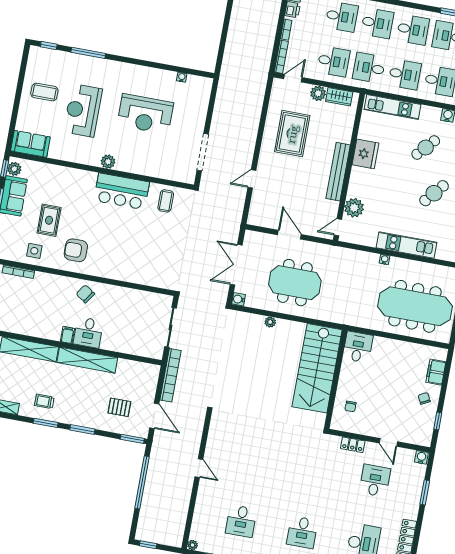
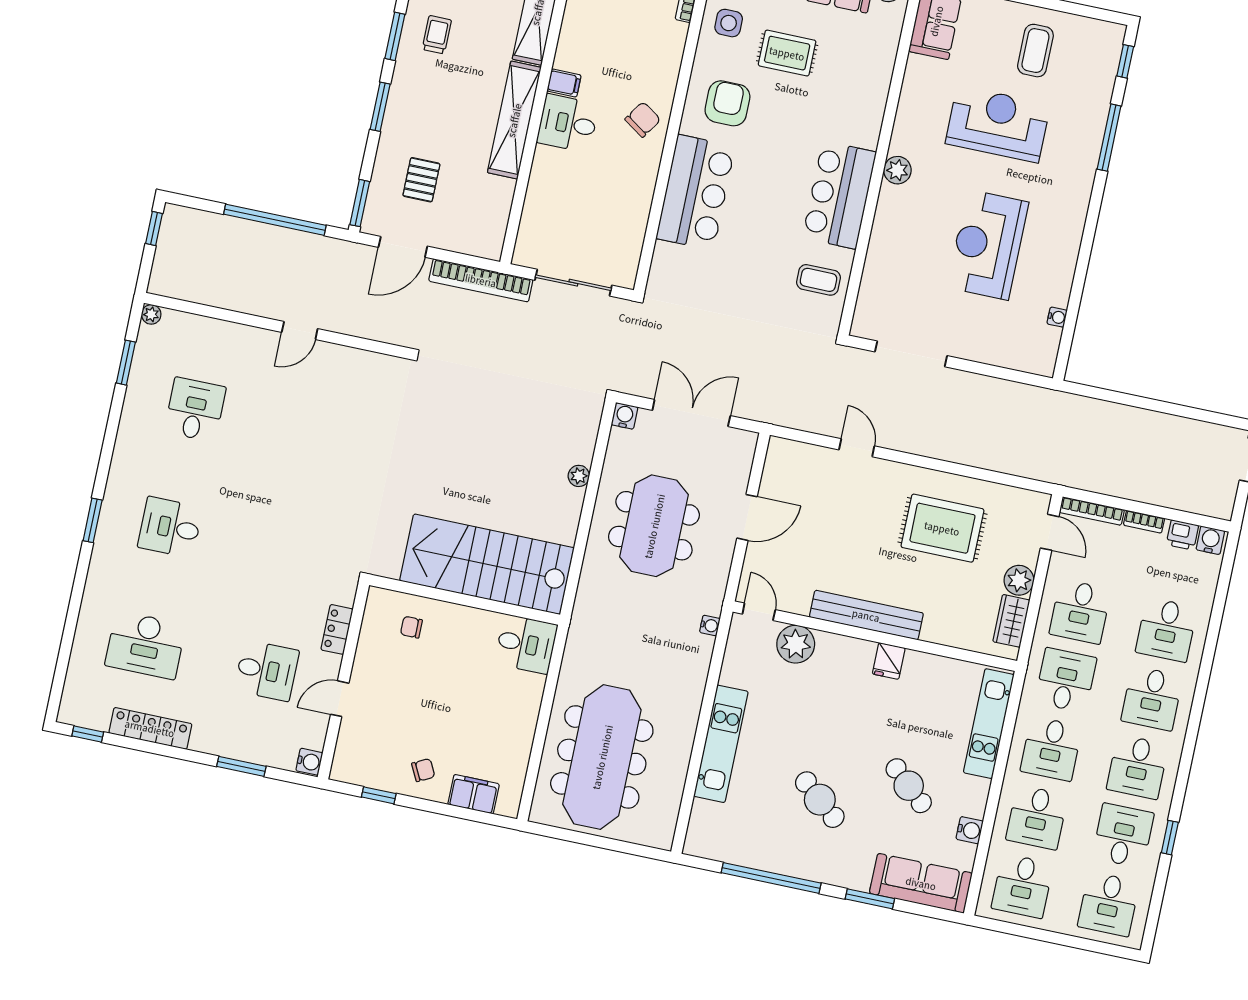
fridge: (365, 154) -> (889, 661), width x0.53, depth x0.75
water cooler: (385, 259) -> (710, 625), moved
bar counter: (122, 266) -> (695, 192), added
desk: (241, 521) -> (195, 410), turned 90

